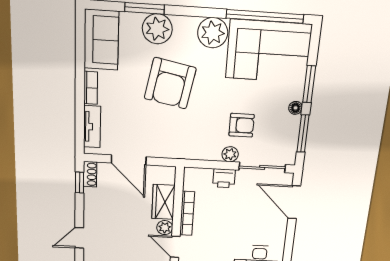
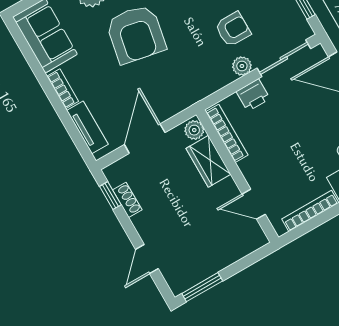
door: (129, 160) -> (145, 139), swing flipped
shoe rack: (90, 174) -> (127, 200), moved
bookcase: (187, 213) -> (227, 133), moved
plant: (165, 228) -> (194, 130), moved

